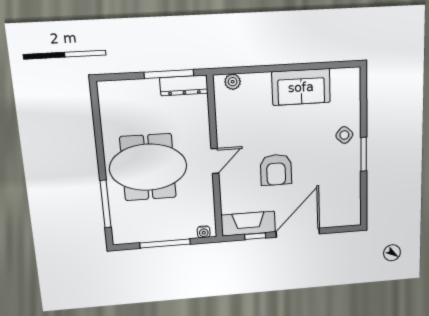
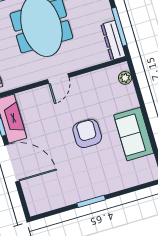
side table: (344, 135) -> (103, 180), removed
door: (215, 161) -> (58, 78), hinge flipped
armchair: (276, 170) -> (87, 133), moved, turned 90

